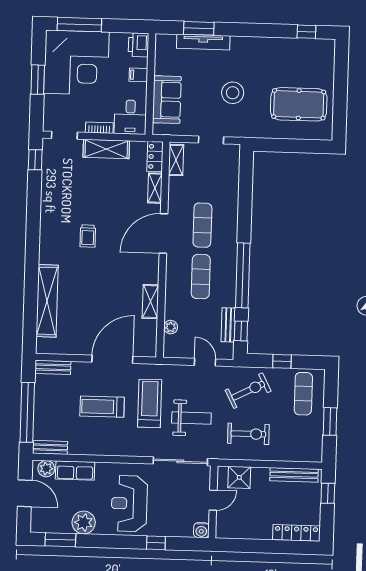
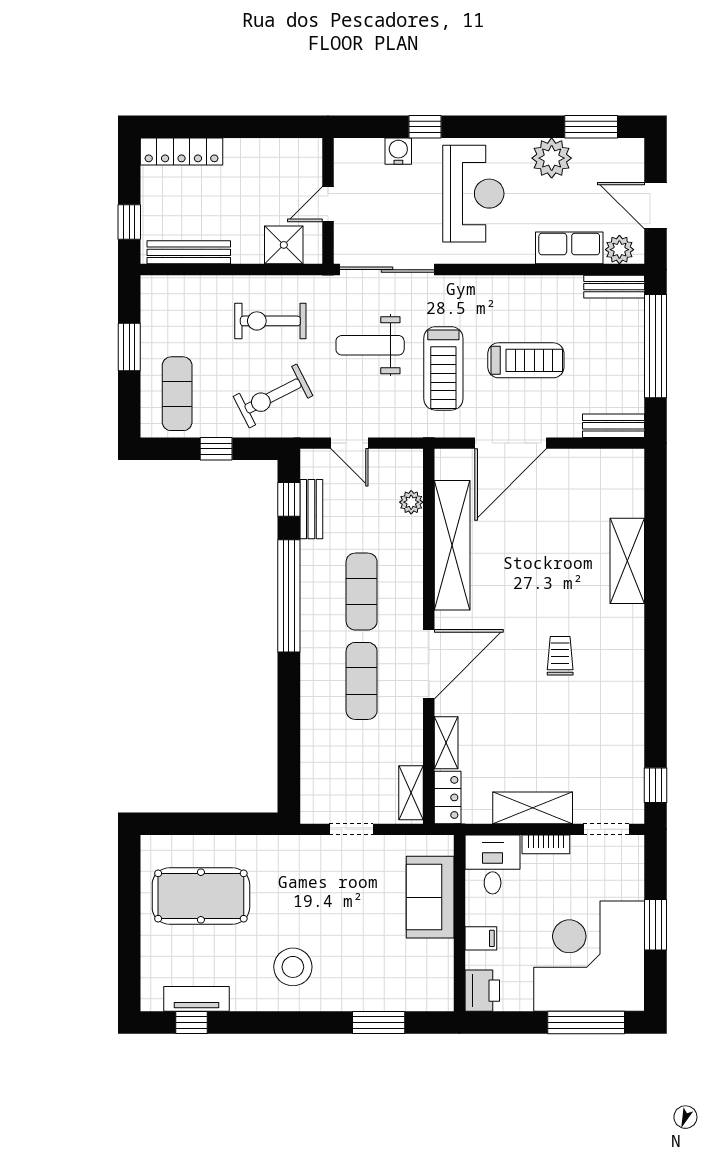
tv unit: (203, 42) -> (197, 999), moved, width x0.71
stool: (233, 93) -> (293, 967), moved
shelving: (47, 301) -> (627, 561), width x0.68
shelving: (150, 302) -> (452, 545), width x2.20, depth x1.33
water cooler: (201, 530) -> (398, 151), moved

